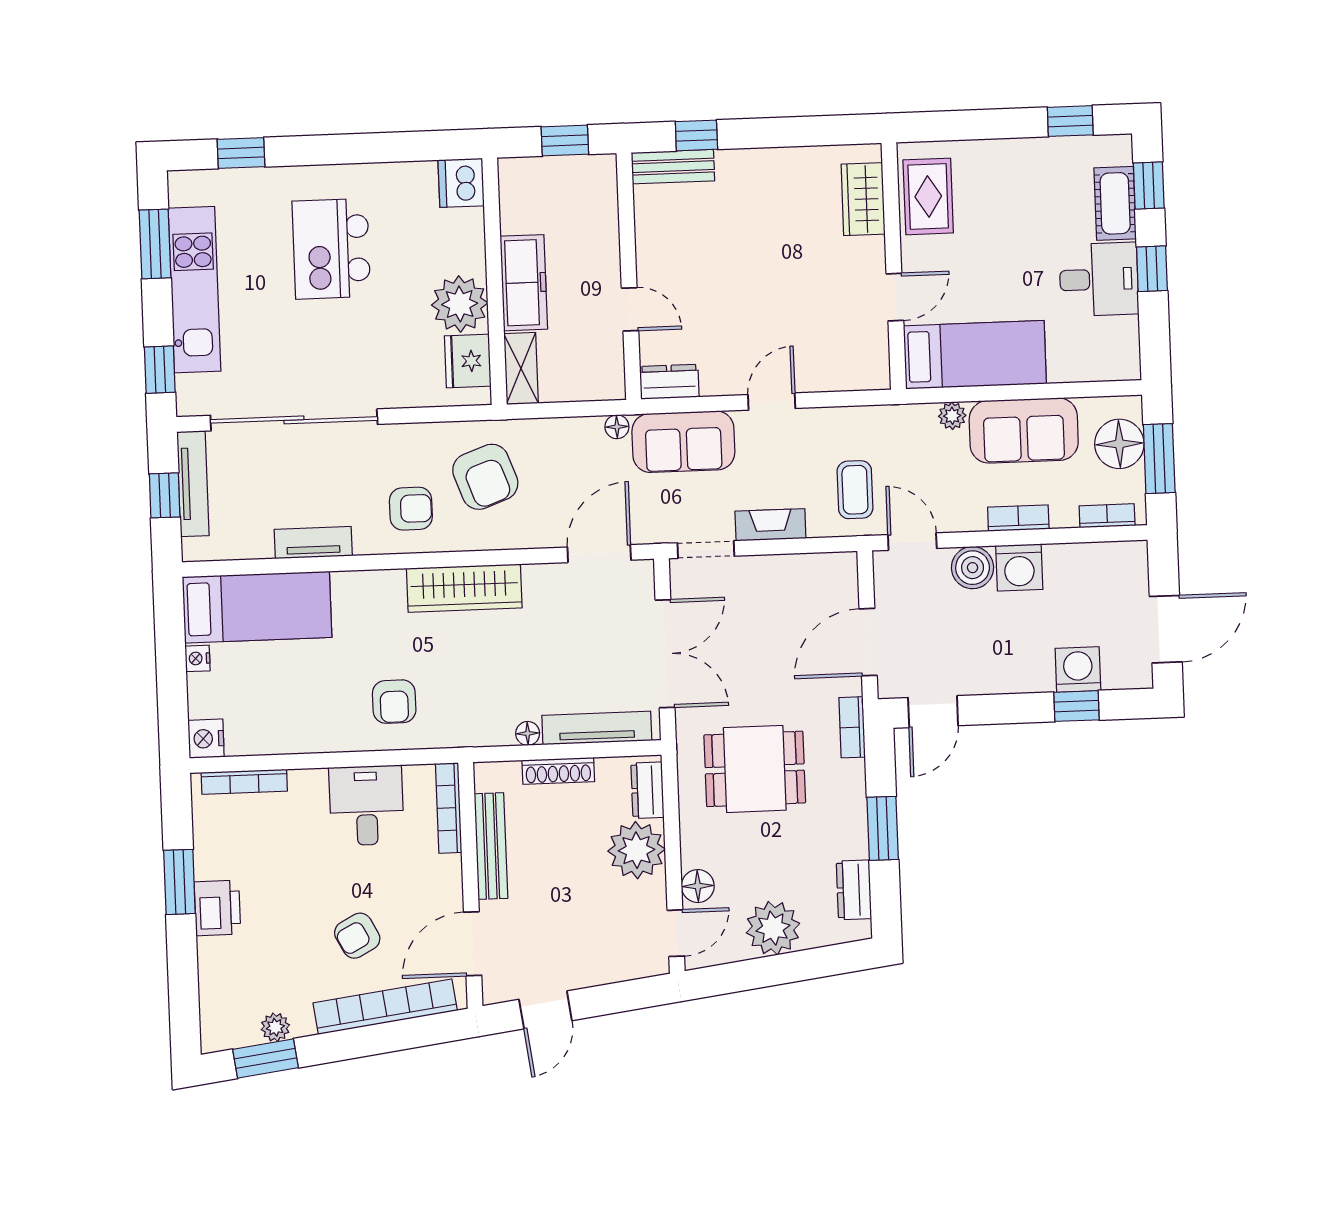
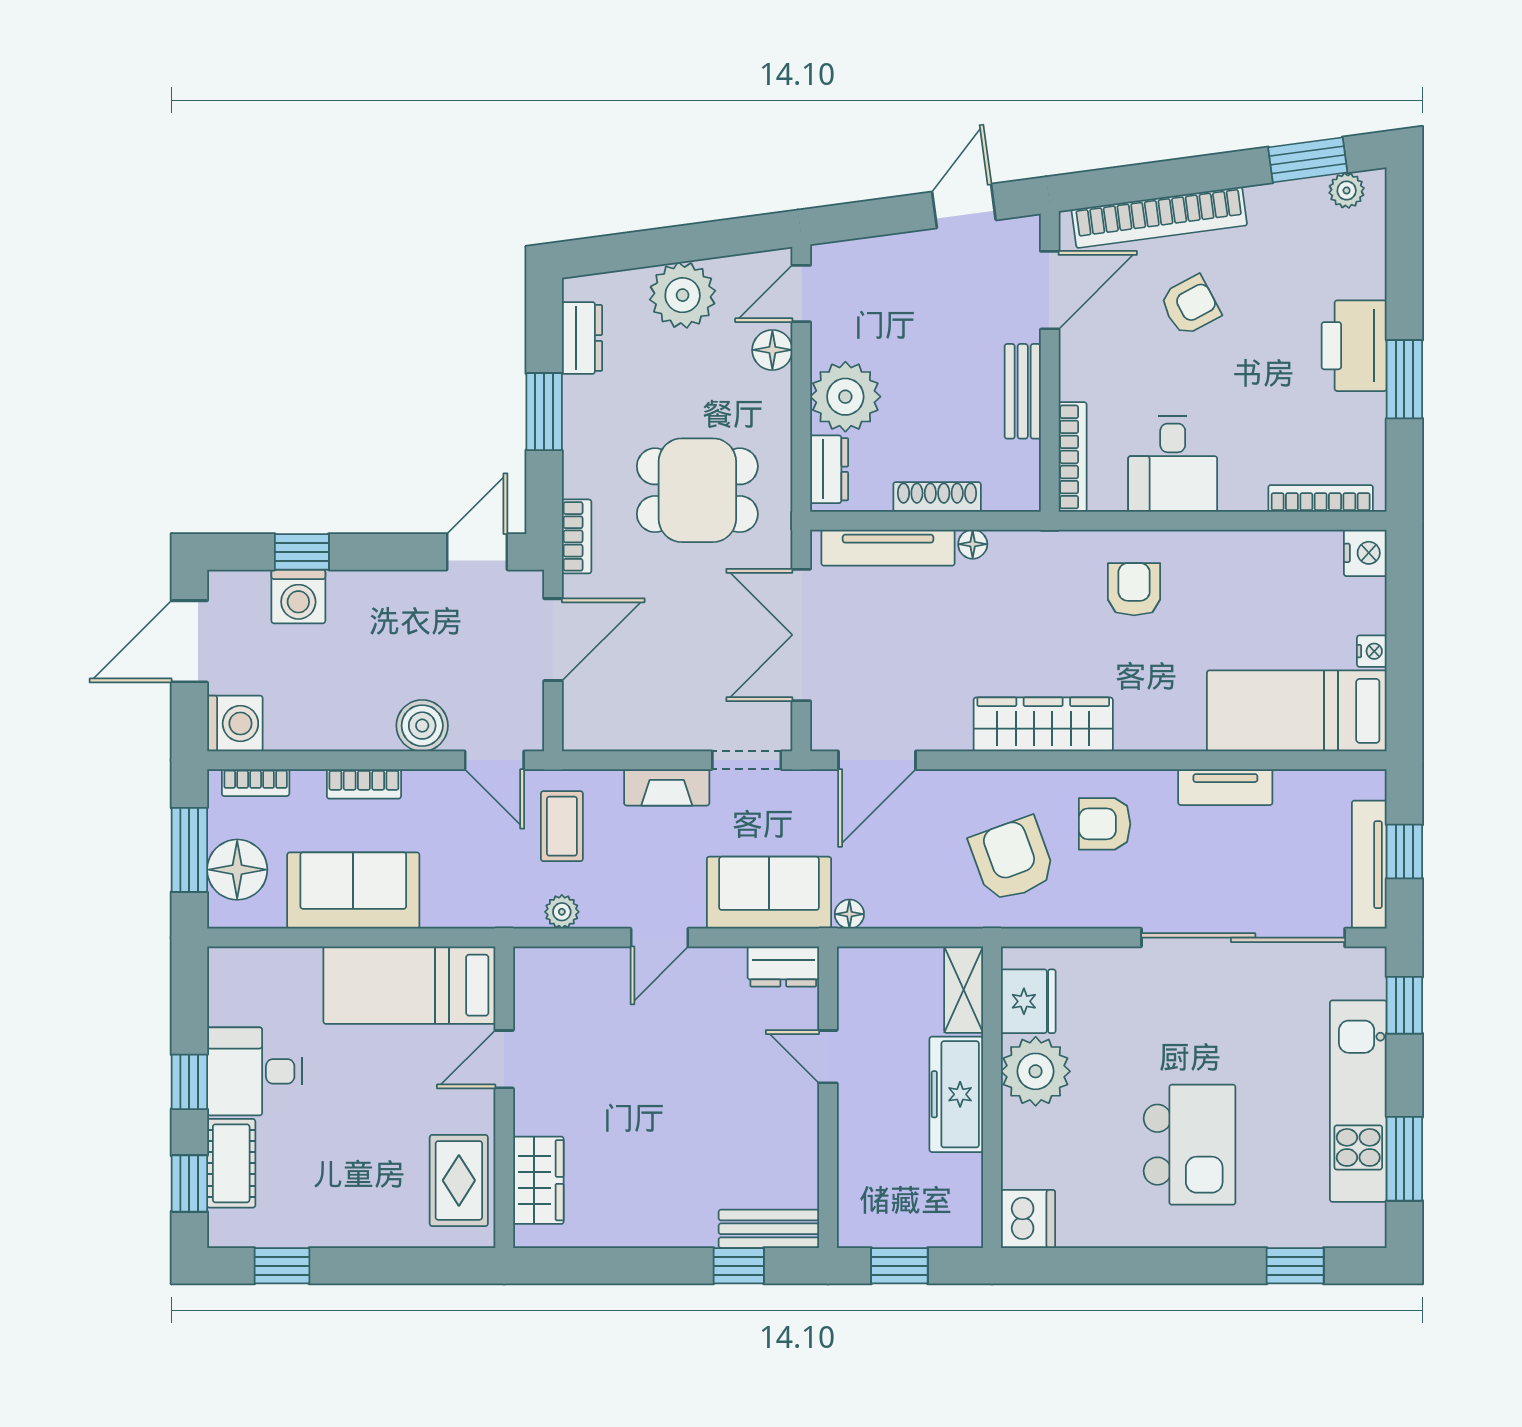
plant: (952, 416) -> (562, 912), moved
washing machine: (1019, 568) -> (235, 724), moved, turned 90
bench: (491, 846) -> (1023, 391), width x0.73
printer: (217, 908) -> (1354, 346), width x1.37, depth x1.19
plant: (275, 1027) -> (1347, 190), moved

